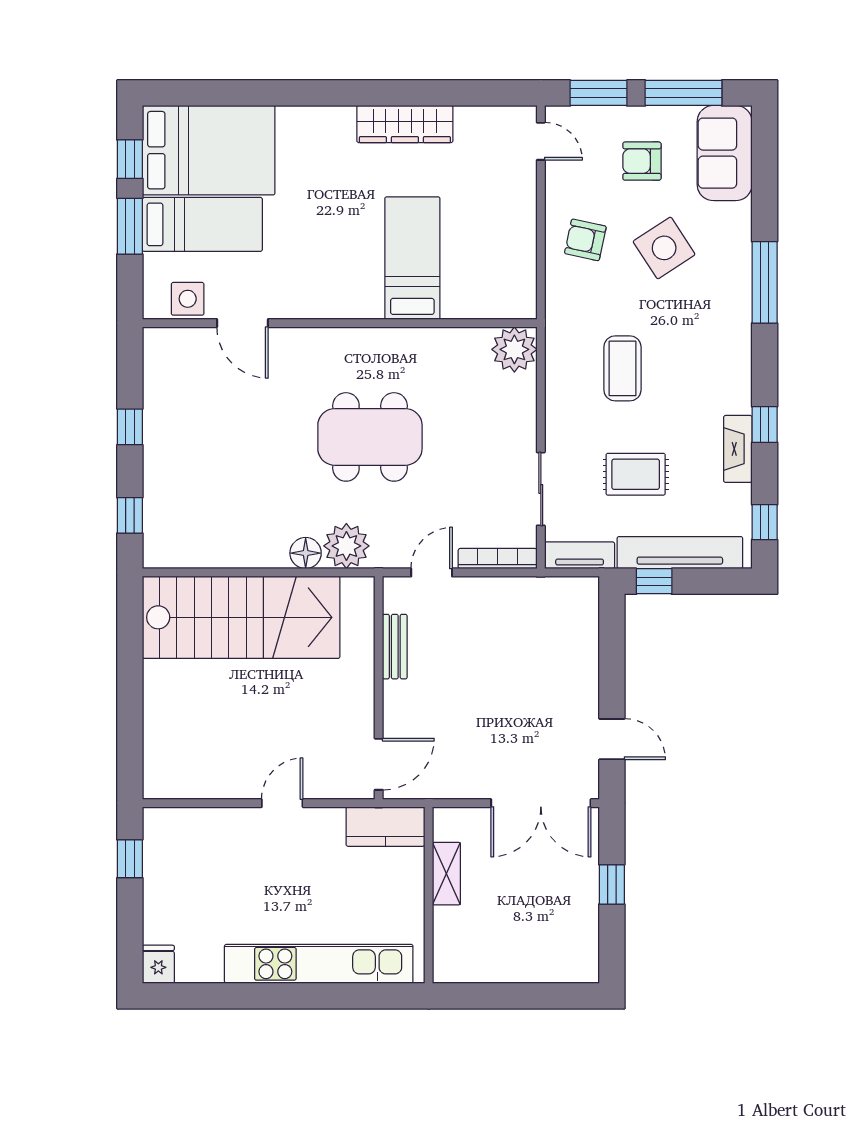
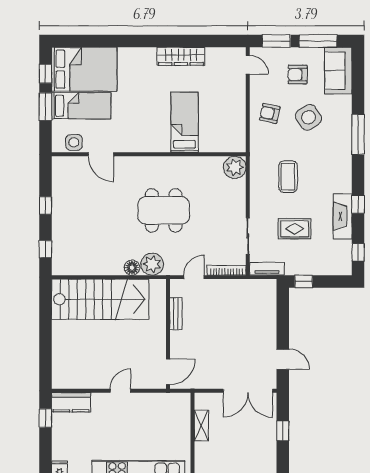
fireplace: (738, 449) -> (343, 216), width x1.37, depth x1.32
tv unit: (680, 553) -> (316, 267), removed
kitchen counter: (385, 827) -> (71, 402), moved

